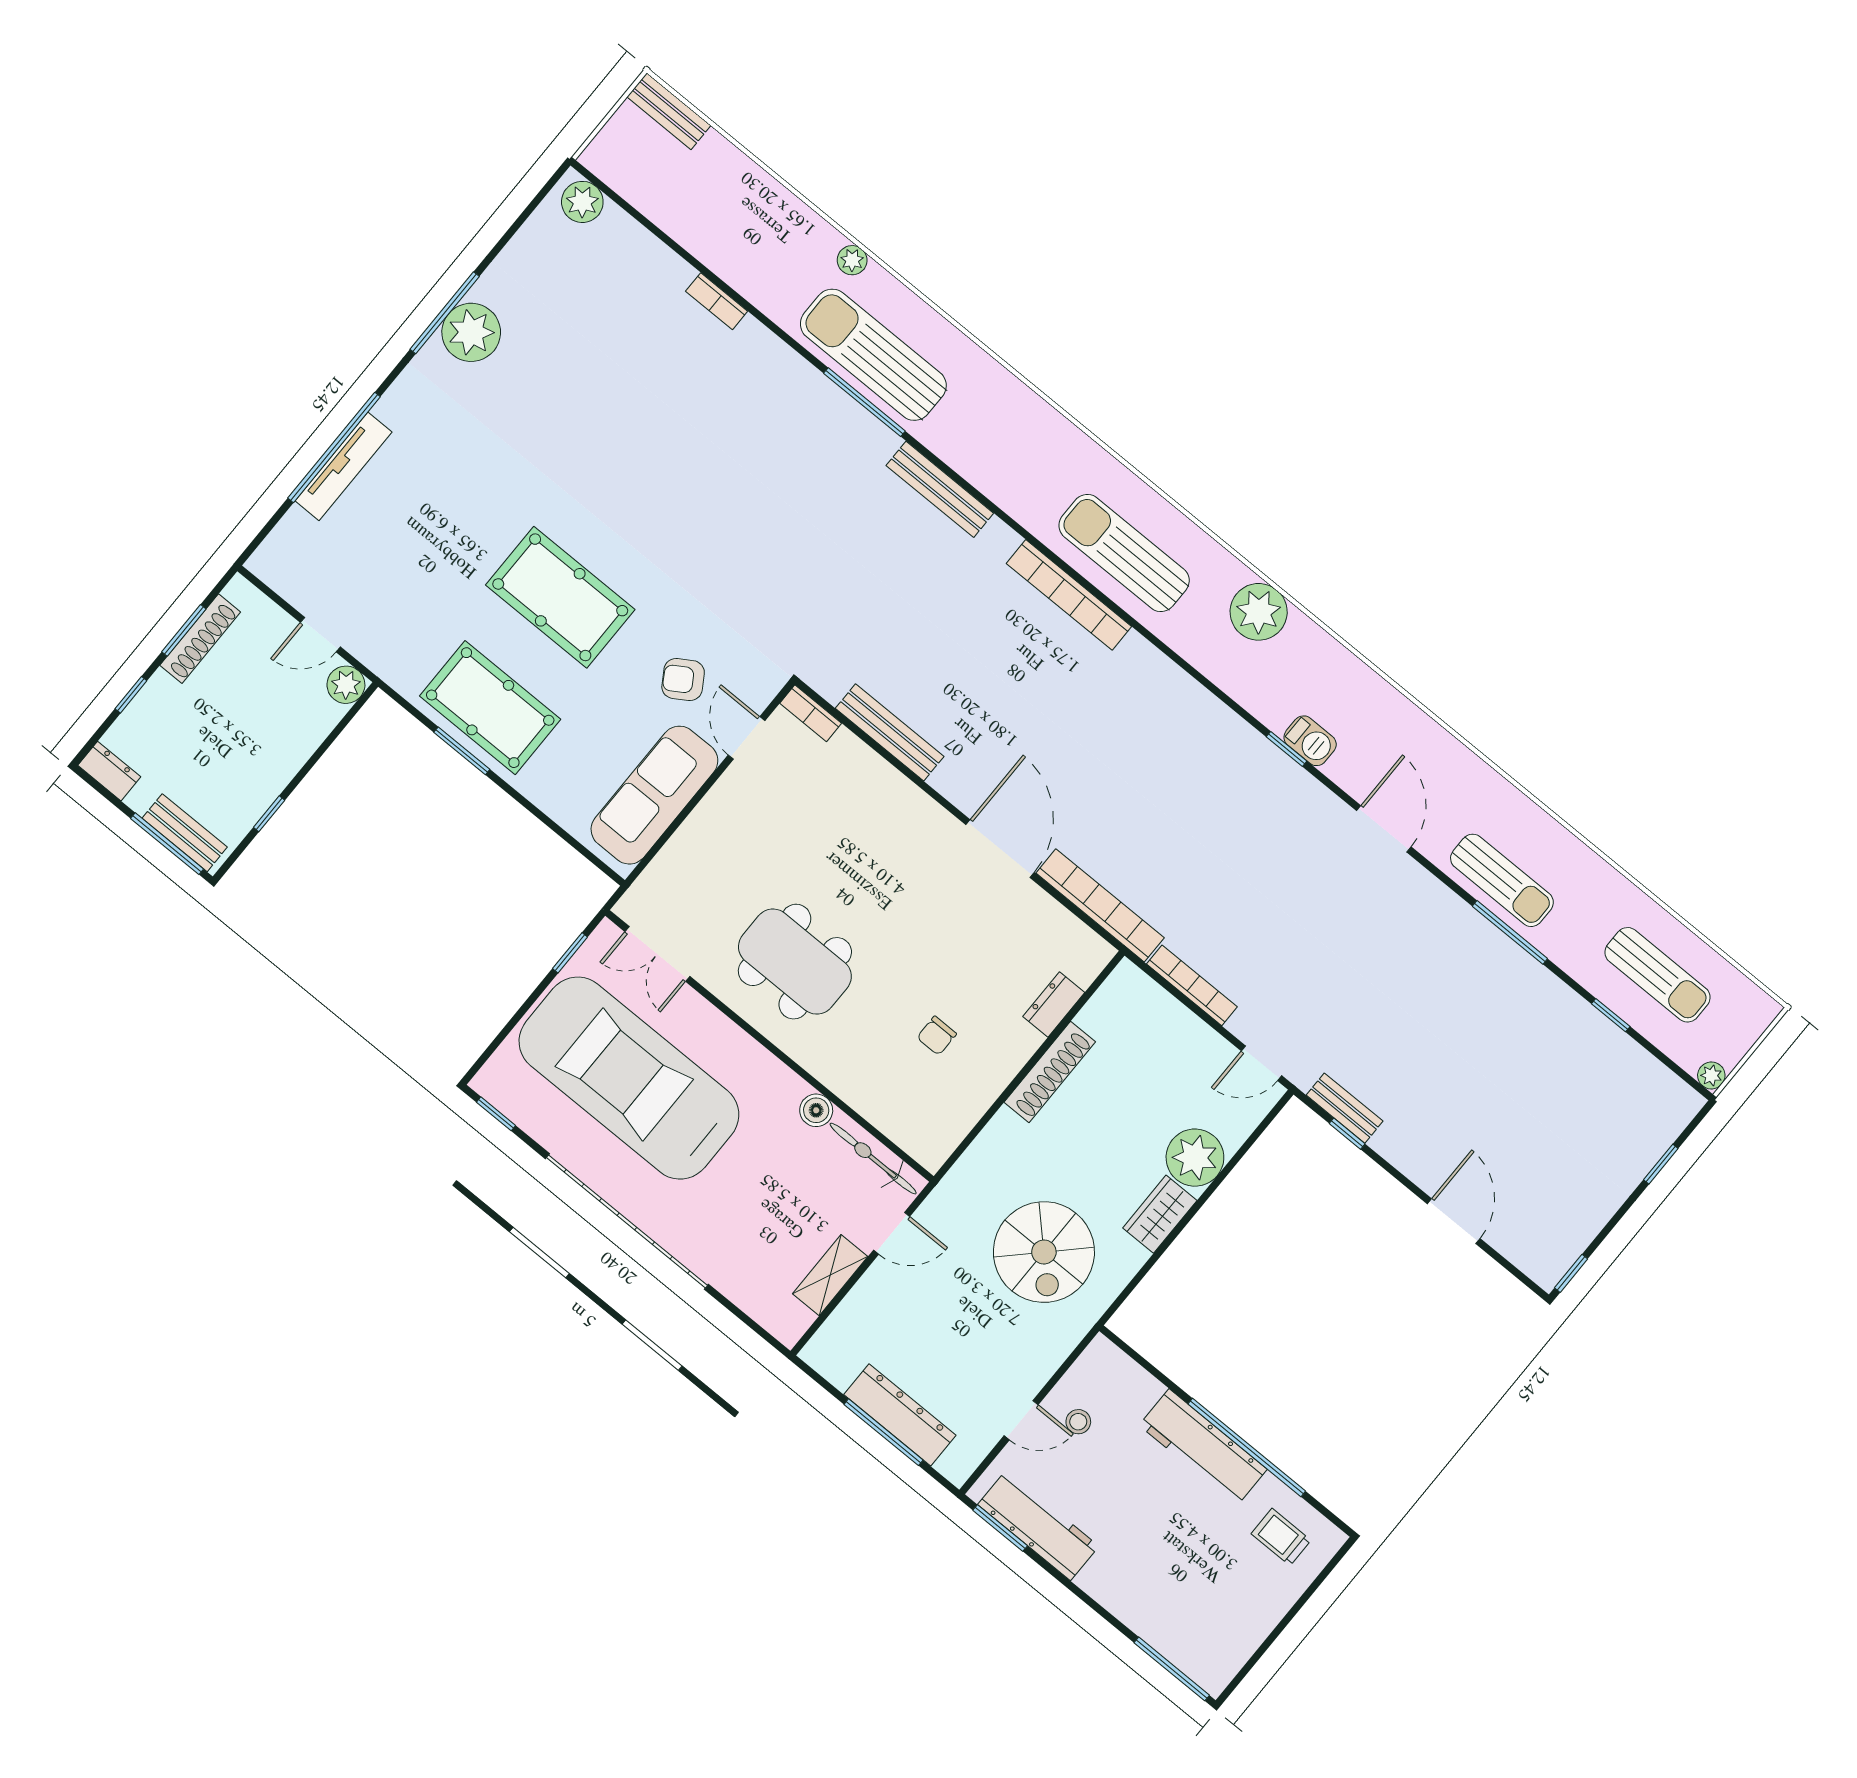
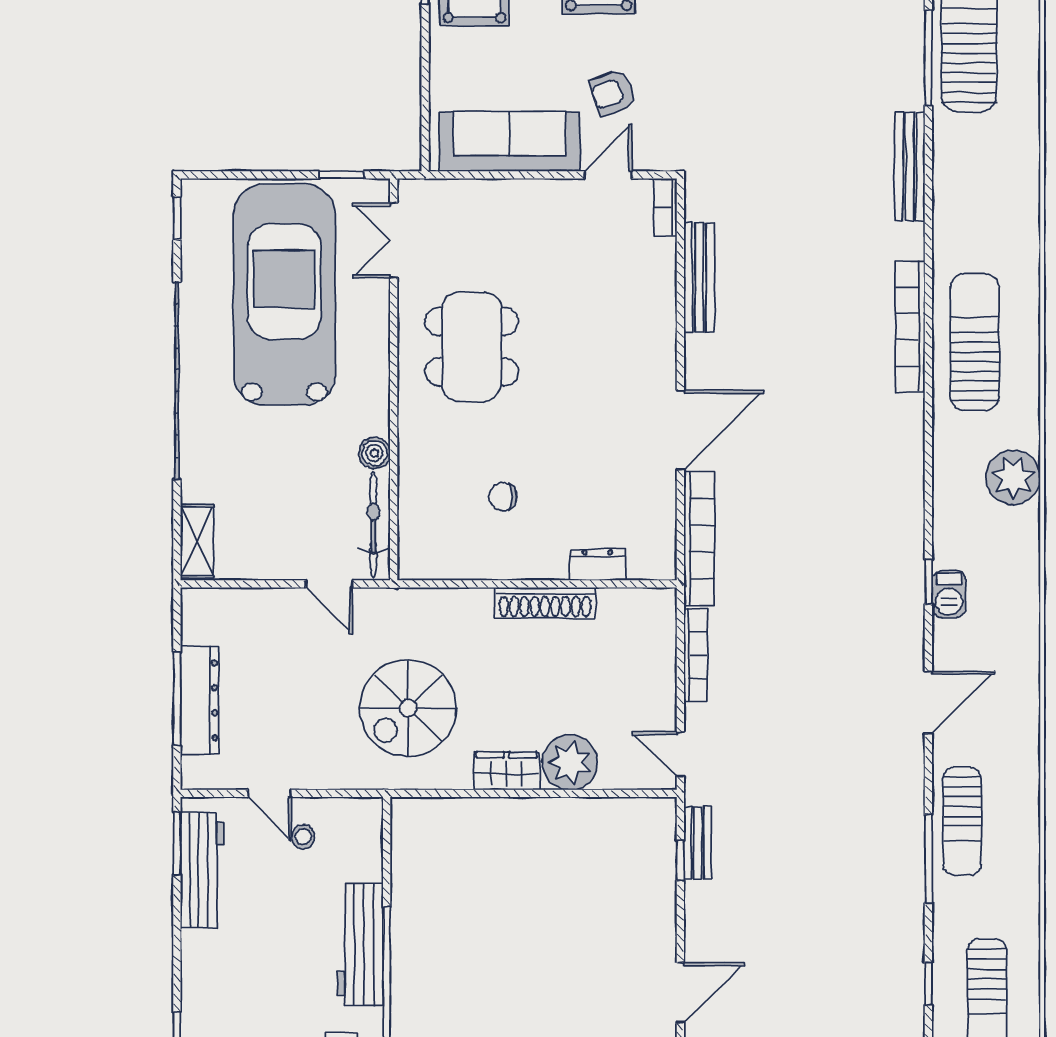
armchair: (683, 680) -> (613, 92), turned -78
shelving: (830, 1275) -> (197, 541), moved, turned 90

